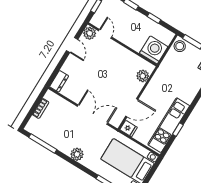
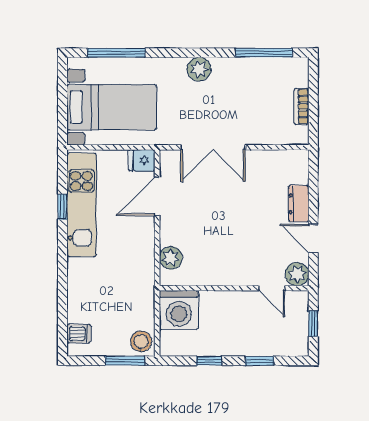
dresser: (59, 81) -> (299, 204), moved

